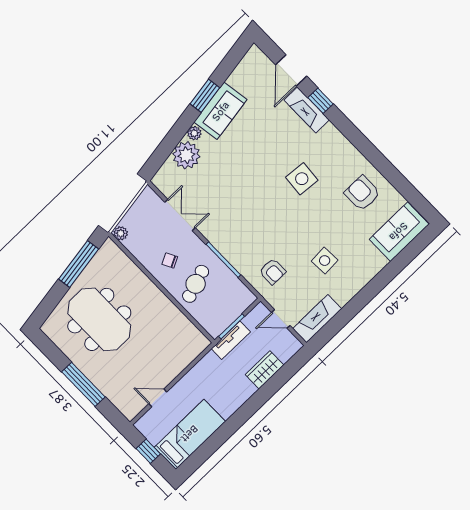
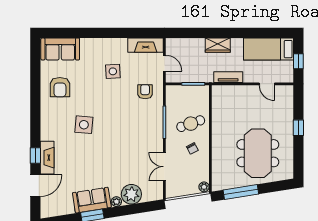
tv unit: (231, 340) -> (228, 77), moved
wardrobe: (265, 370) -> (218, 45), moved
window: (83, 384) -> (298, 128), width x0.46

